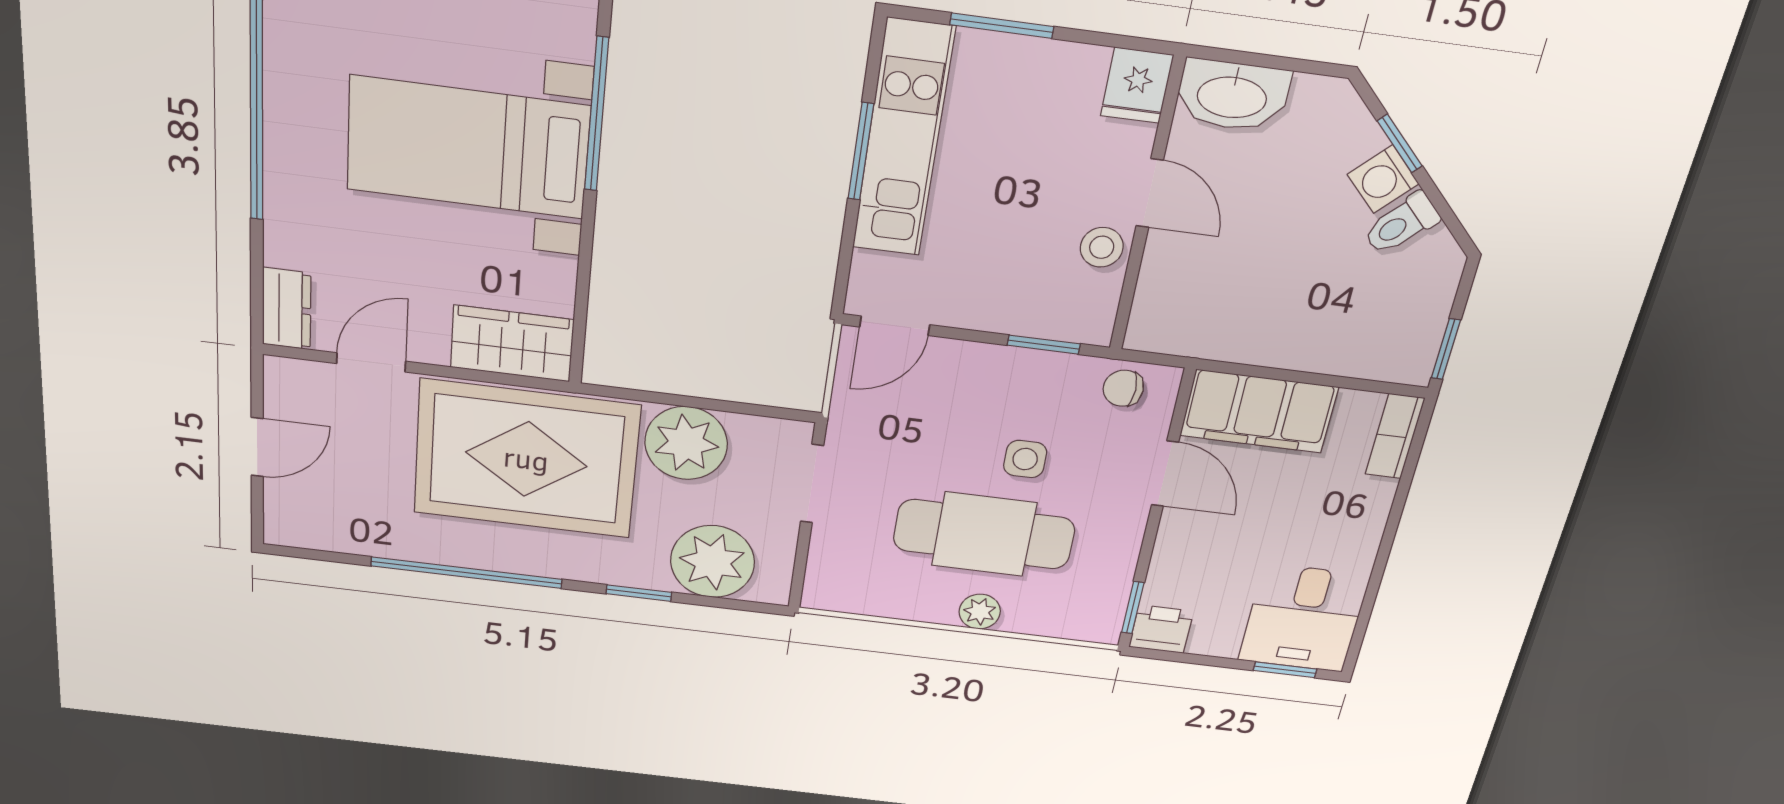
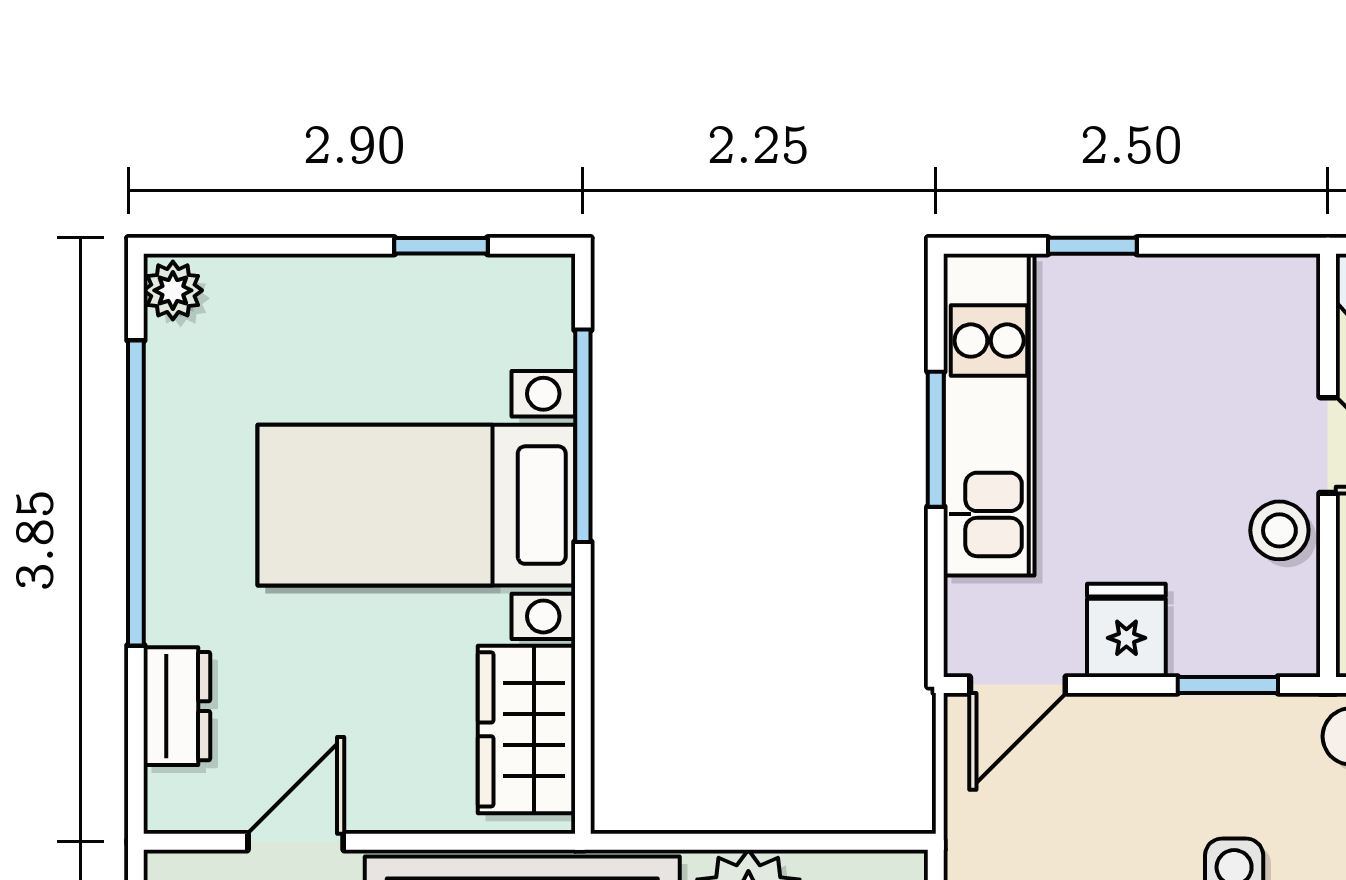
window: (1002, 26) -> (1092, 246), width x0.67
fridge: (1137, 85) -> (1126, 630), moved, turned 180
dresser: (287, 309) -> (177, 706), moved
wardrobe: (512, 344) -> (526, 729), moved, turned -90

